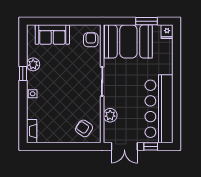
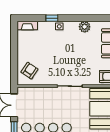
window: (23, 73) -> (52, 18), moved
plant: (110, 115) -> (41, 93), removed

